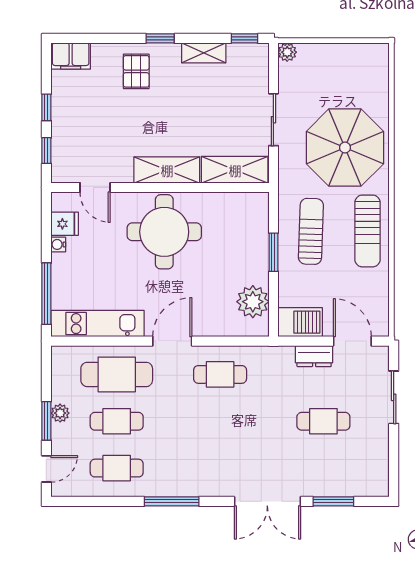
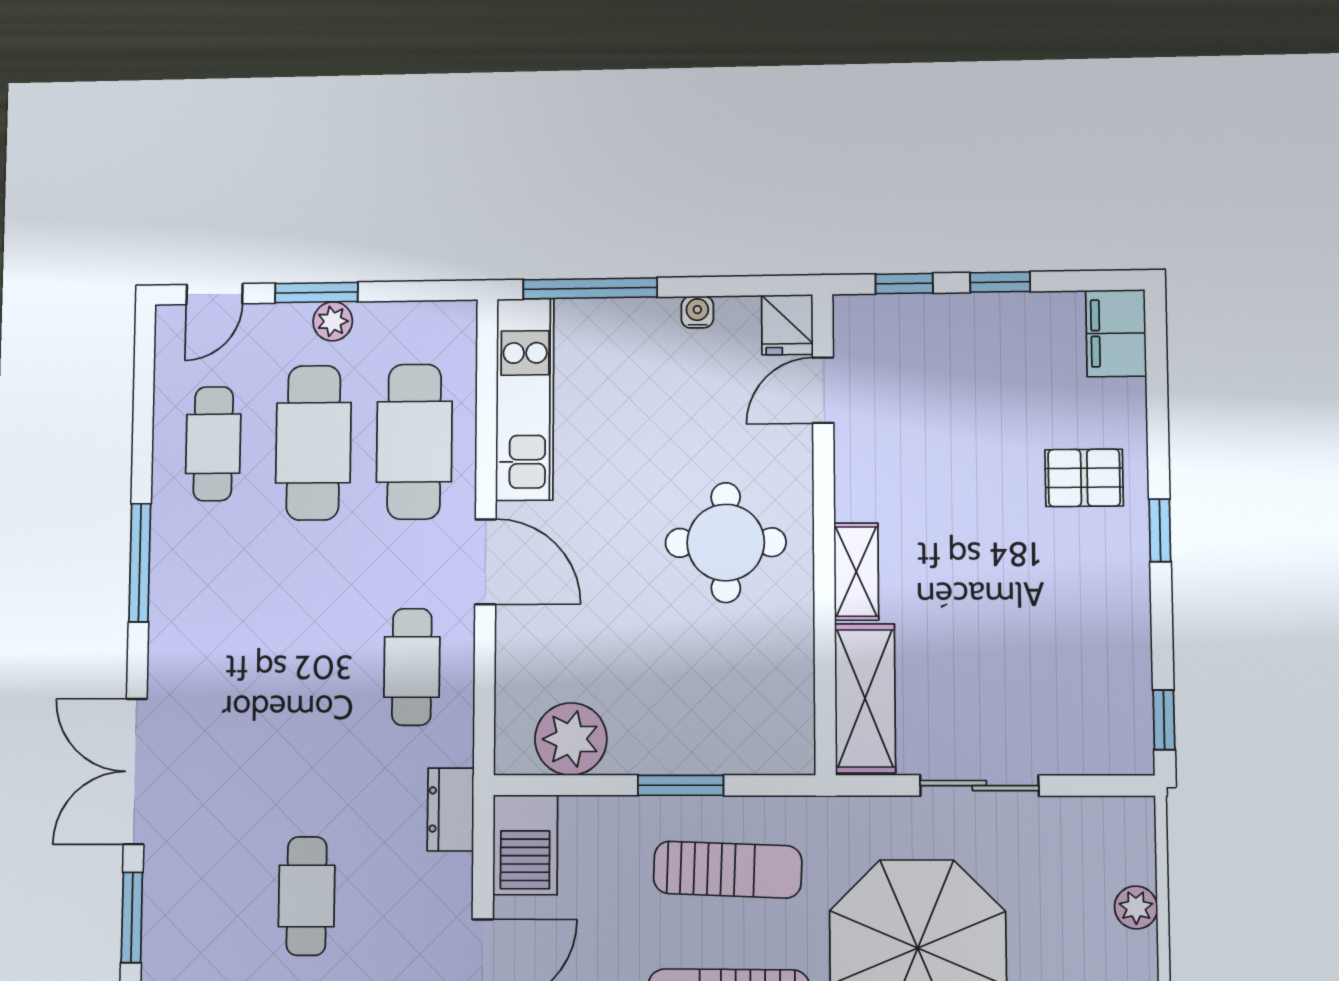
plant: (287, 52) -> (1136, 907), moved
shelving: (204, 53) -> (1129, 628), removed
shelving: (167, 170) -> (856, 572), width x0.67, depth x0.75
fridge: (65, 224) -> (787, 325), moved
round table: (164, 232) -> (726, 543), width x0.73, depth x0.73
dresser: (314, 356) -> (451, 809), moved
cafe table: (117, 421) -> (313, 443), width x1.37, depth x1.35
door: (46, 469) -> (215, 294), hinge flipped

